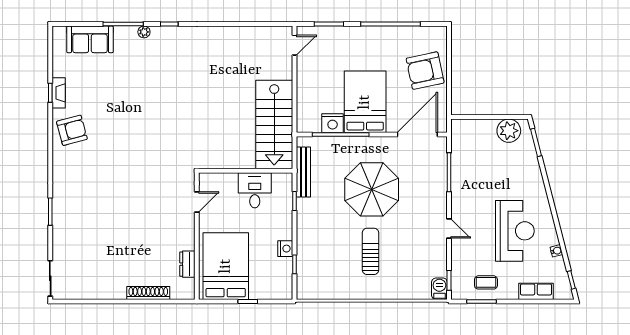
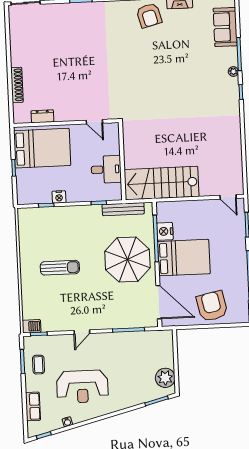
parasol: (372, 189) -> (127, 260), moved

